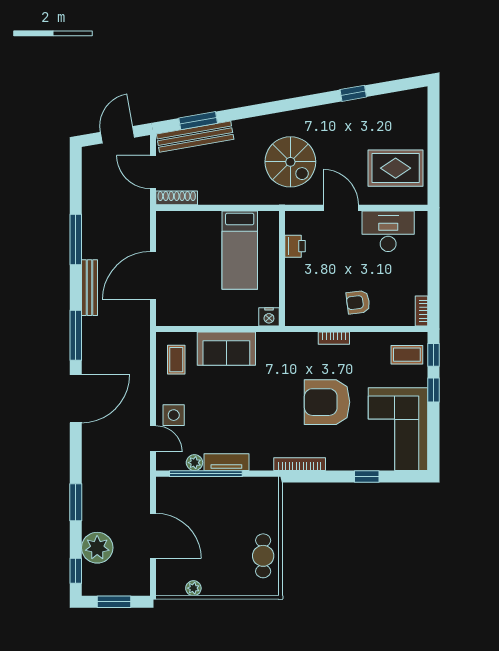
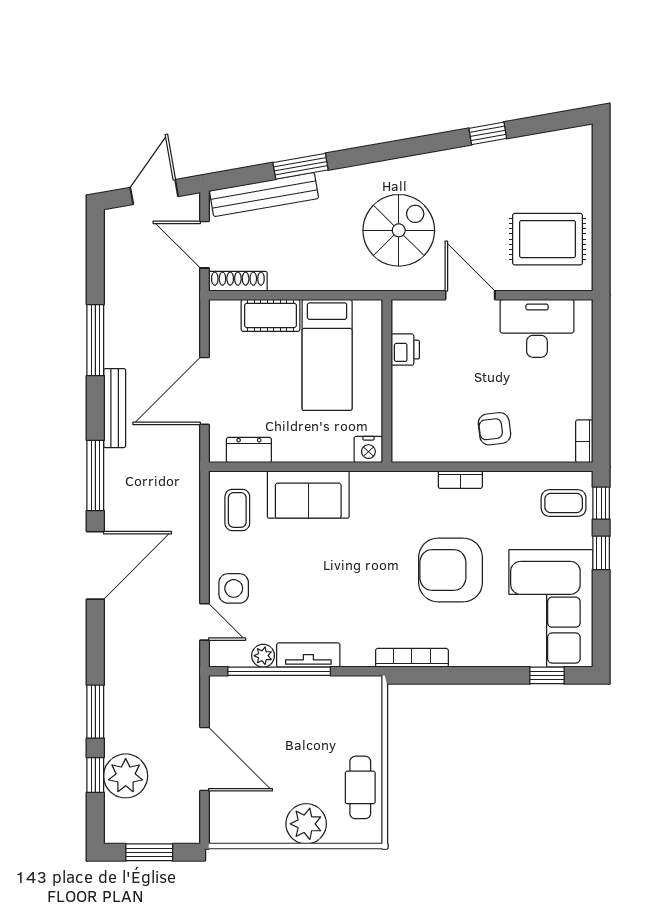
window: (198, 121) -> (301, 166), moved
spiral stairs: (290, 162) -> (399, 230), turned -90
cot: (200, 222) -> (271, 315), added
dresser: (184, 317) -> (249, 450), added
window: (367, 477) -> (547, 675), moved
window: (76, 571) -> (95, 775), moved
plant: (193, 588) -> (306, 824), moved, width x1.88, depth x1.88

